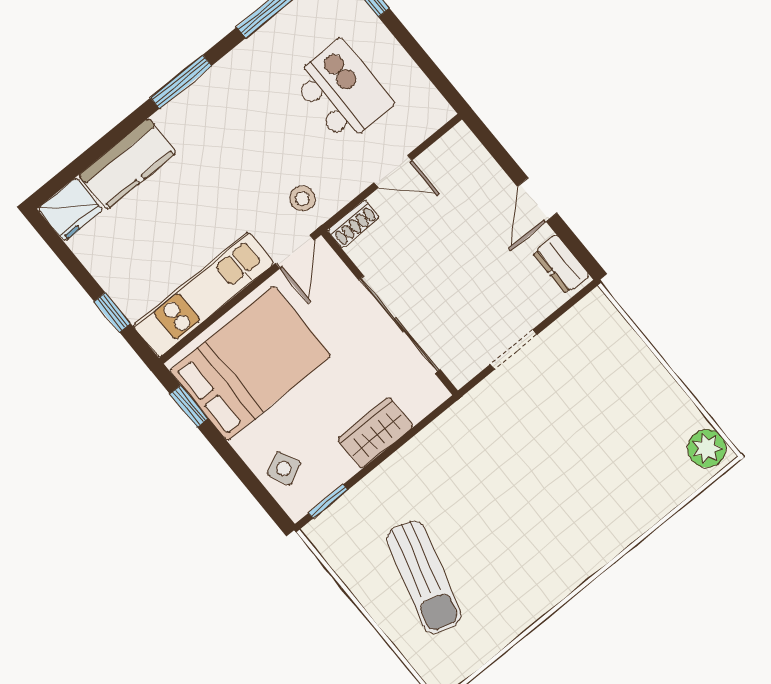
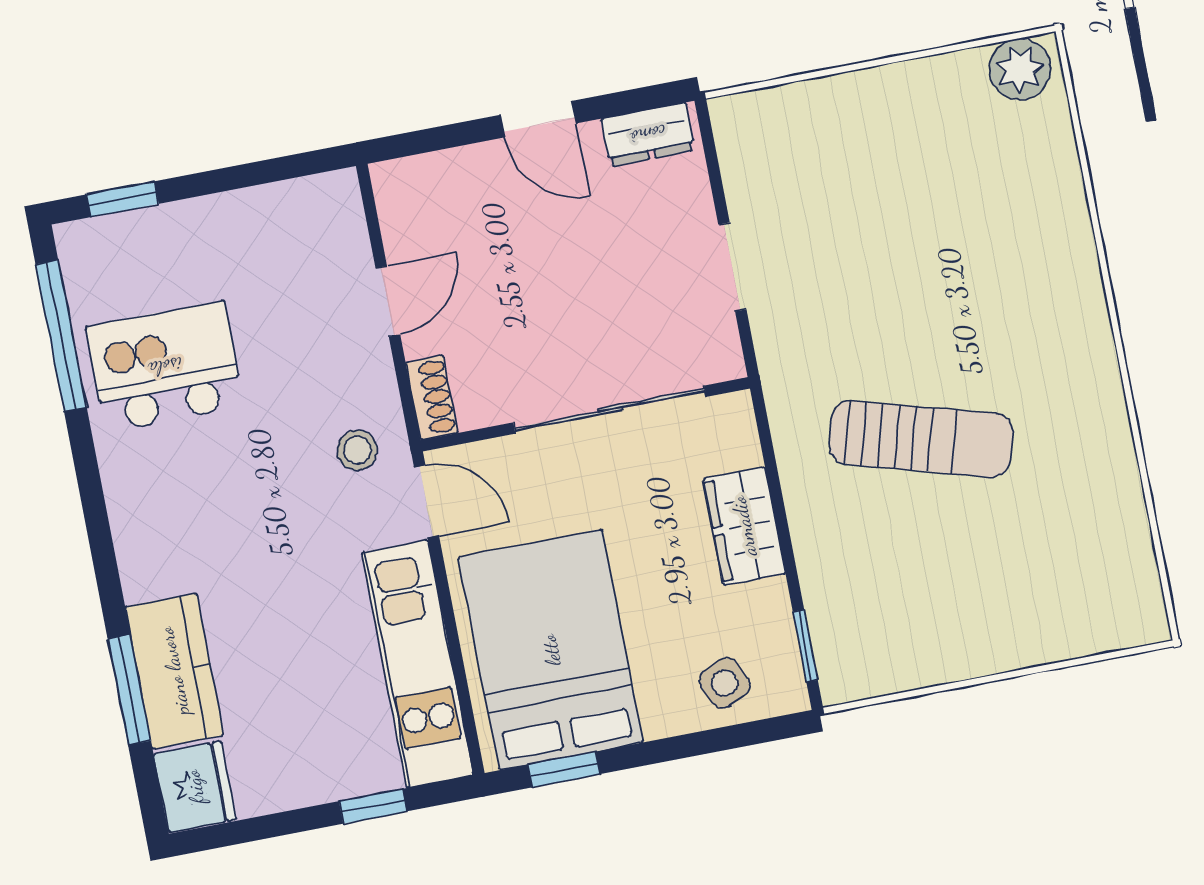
window: (181, 82) -> (129, 690), moved
kitchen island: (342, 91) -> (165, 367), moved
sun lounger: (424, 577) -> (921, 439), moved

